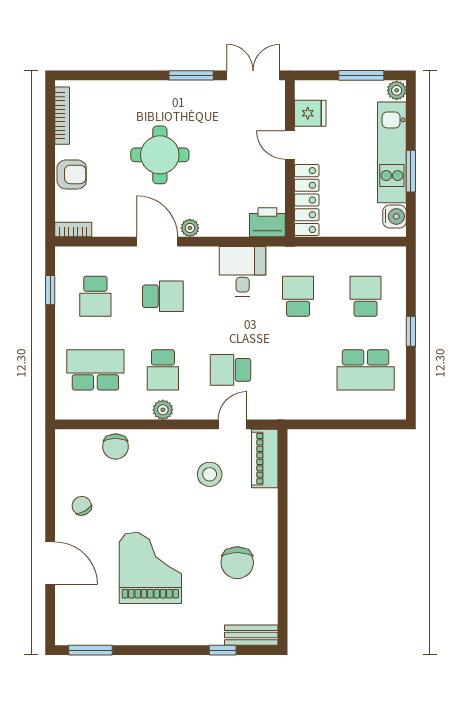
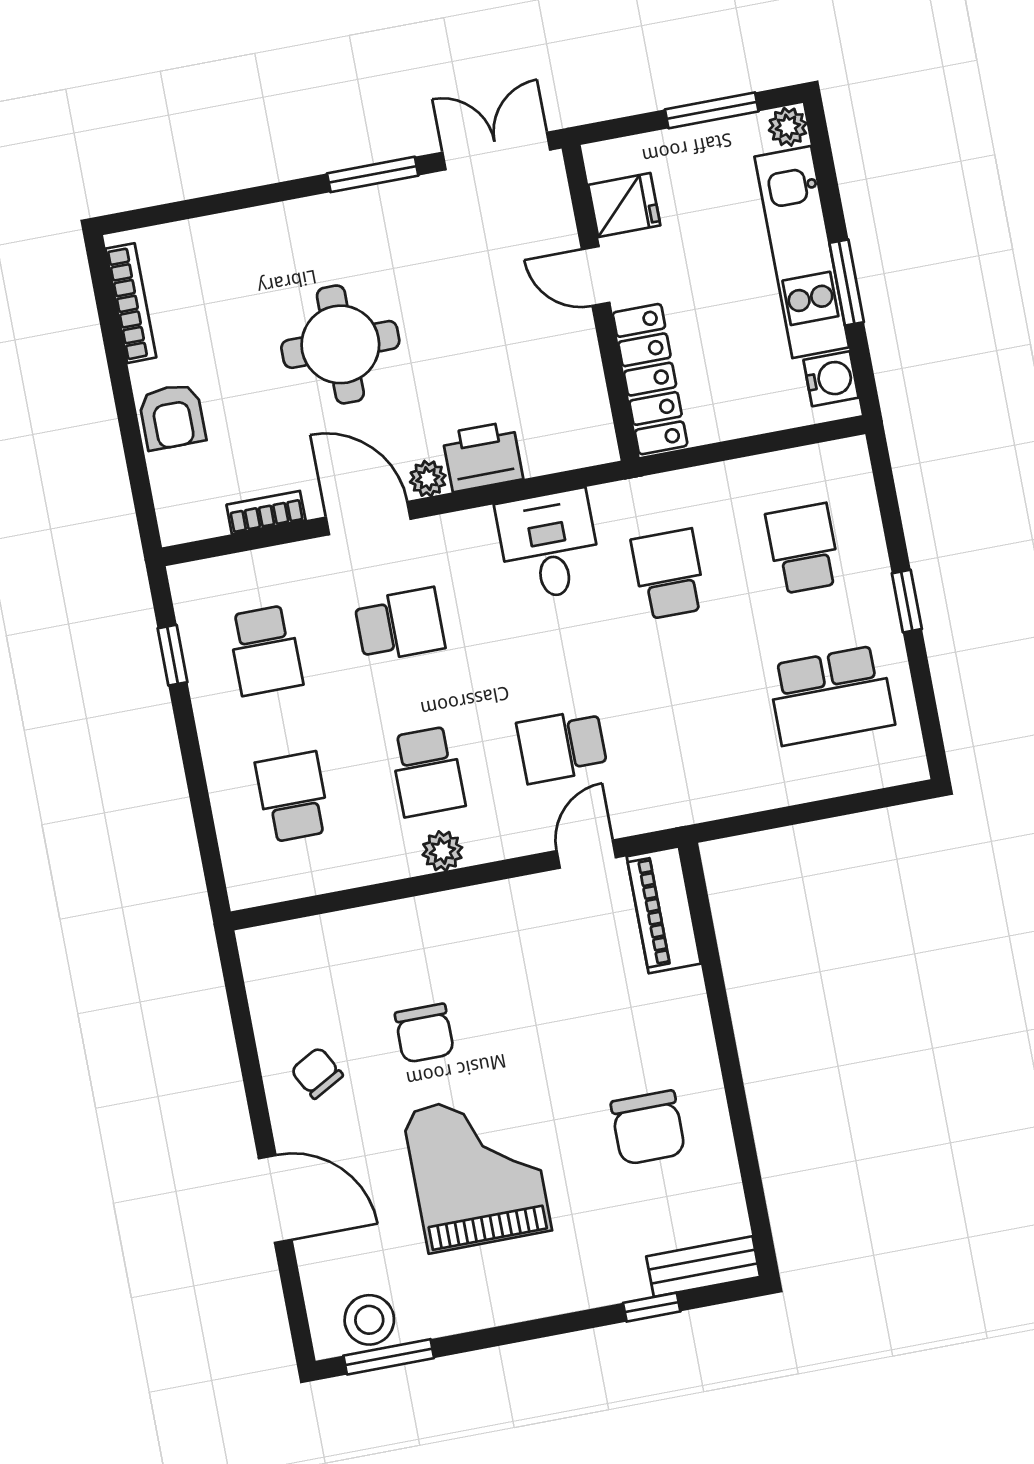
armchair: (72, 174) -> (172, 417), turned 90
printer: (267, 222) -> (483, 456), moved
bookcase: (73, 229) -> (266, 512), moved
school desk: (95, 370) -> (293, 797), width x0.54
chair: (116, 447) -> (424, 1033), moved
stool: (210, 474) -> (369, 1320), moved

